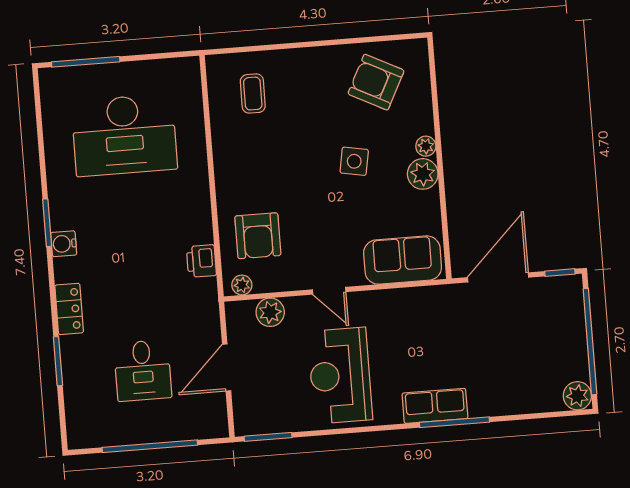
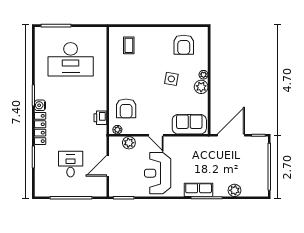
armchair: (376, 82) -> (184, 45), turned -117
locker: (69, 309) -> (40, 128), width x1.53
desk: (143, 370) -> (71, 164), turned 180
plant: (577, 396) -> (234, 190), moved

